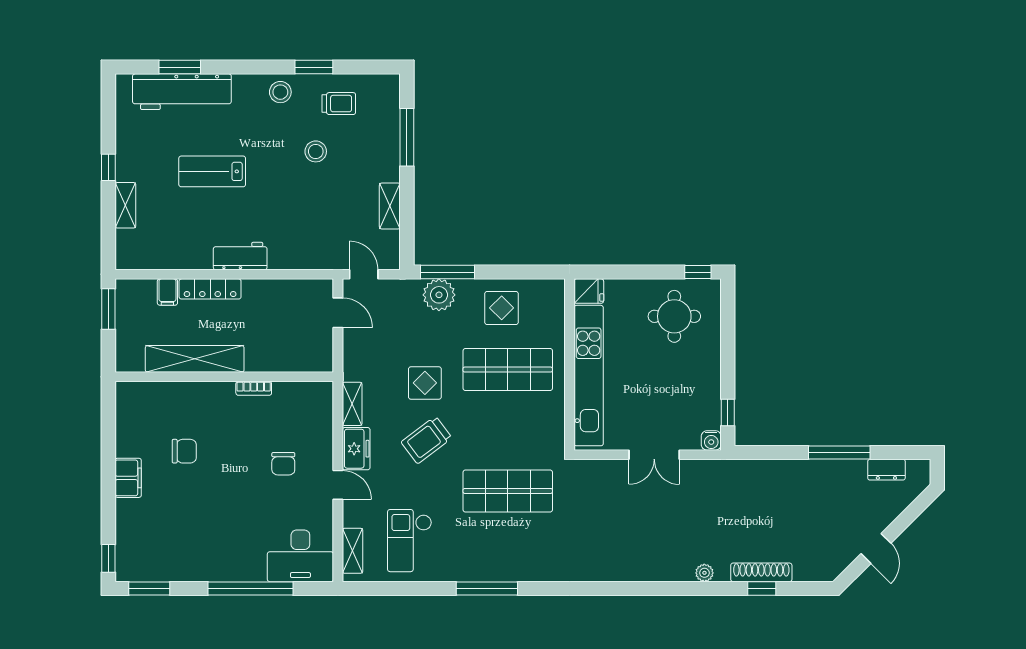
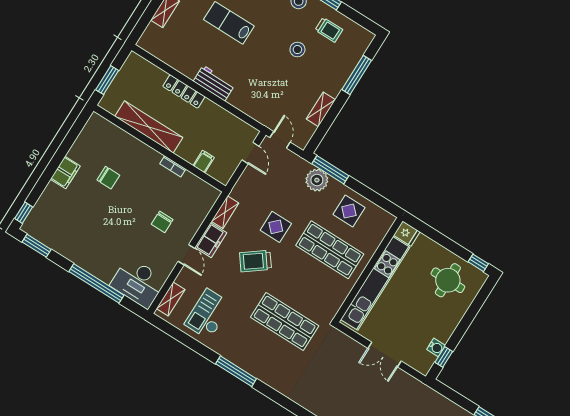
filing cabinet: (167, 292) -> (204, 162), moved, turned 180
window: (108, 309) -> (107, 80), moved
water cooler: (711, 440) -> (436, 347), moved, turned -90

